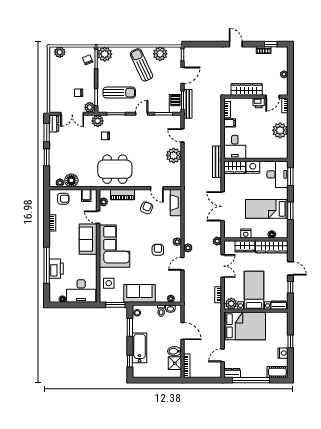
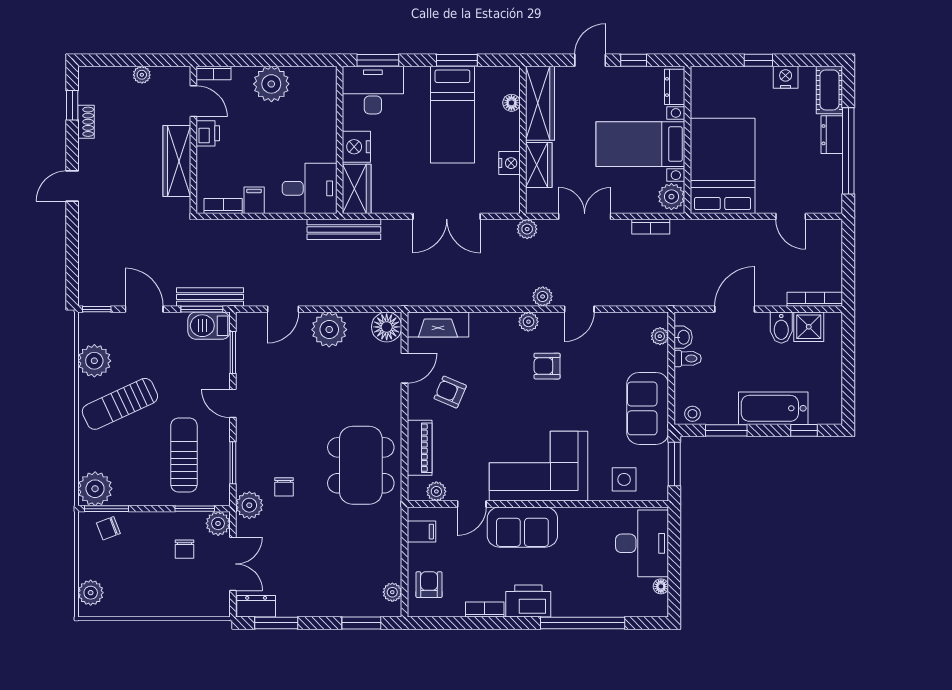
window: (47, 157) -> (361, 623), moved
floor lamp: (71, 180) -> (387, 327), moved
door: (182, 264) -> (579, 309), hinge flipped
printer: (56, 269) -> (528, 601), moved
dresser: (232, 373) -> (832, 135), moved

